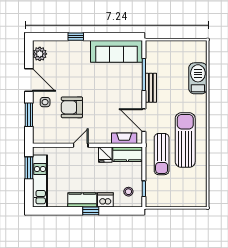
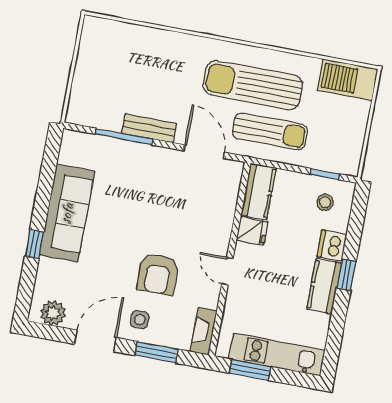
sofa: (117, 51) -> (67, 213), moved
barbecue: (198, 78) -> (348, 80), moved
door: (144, 120) -> (204, 152), swing flipped
fireplace: (124, 138) -> (204, 331), moved

